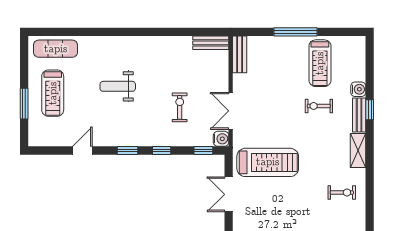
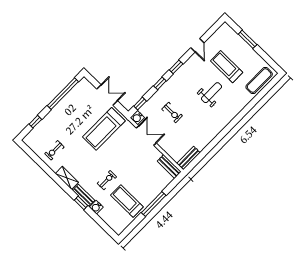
treadmill: (53, 93) -> (227, 67), moved

